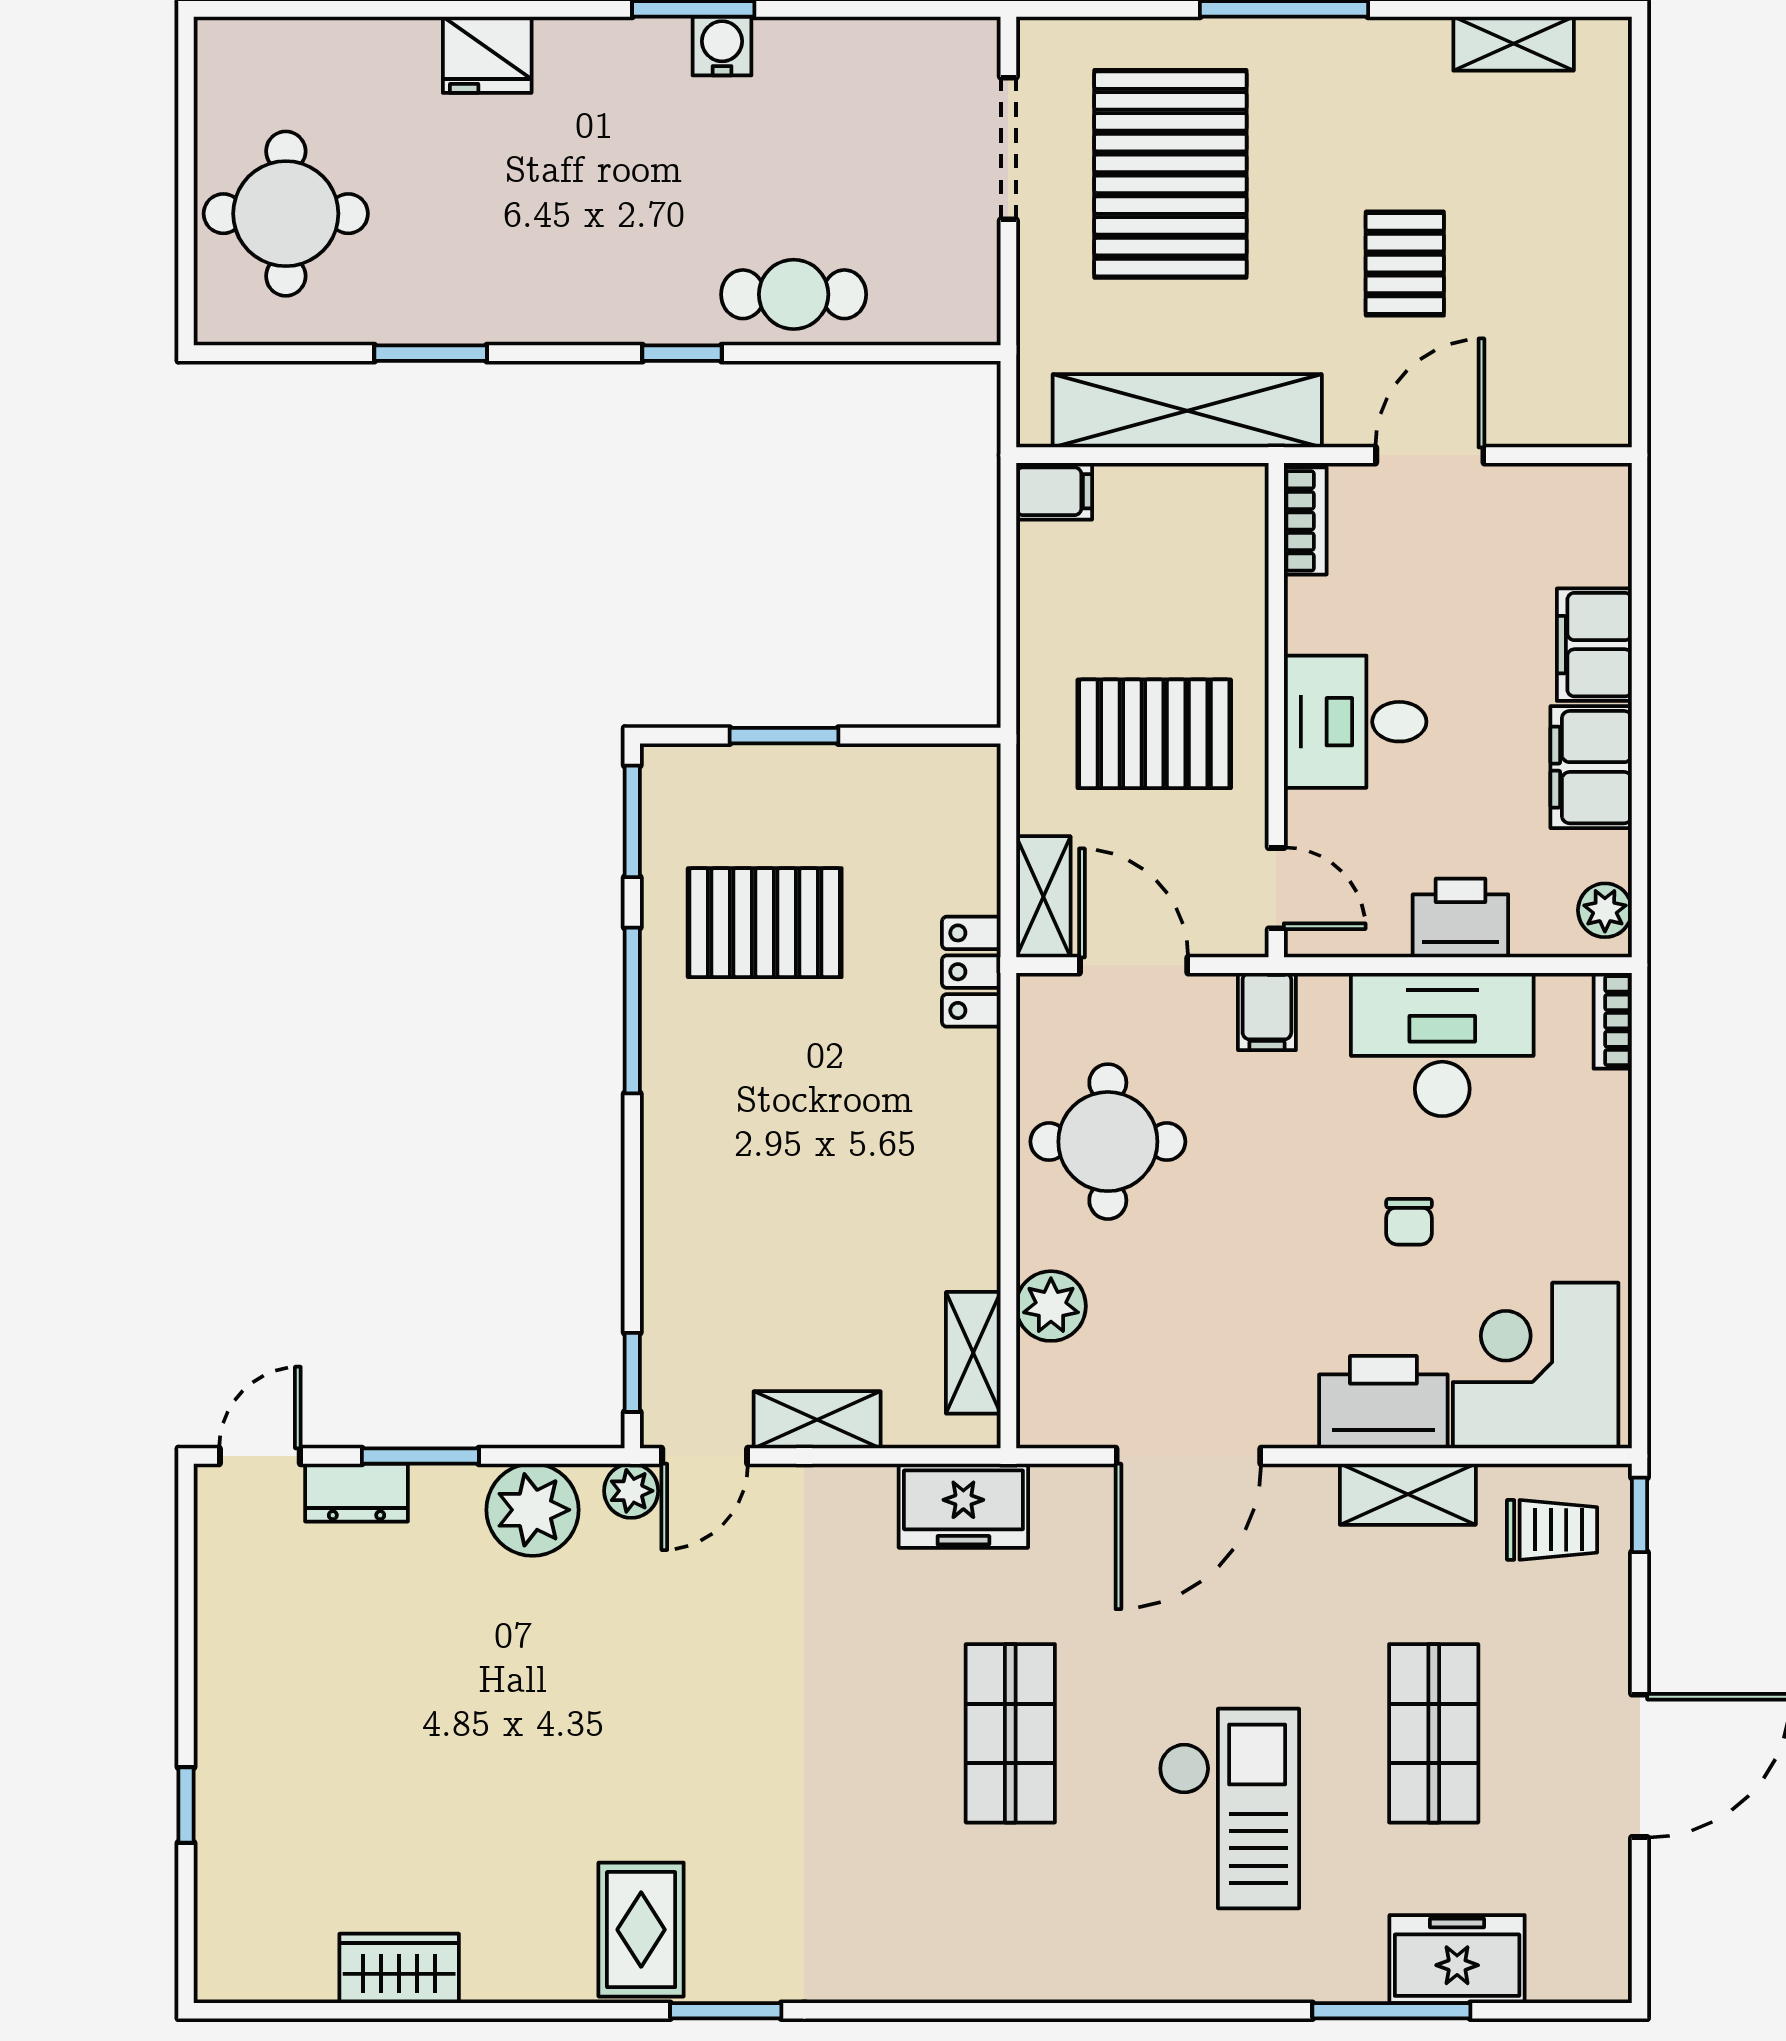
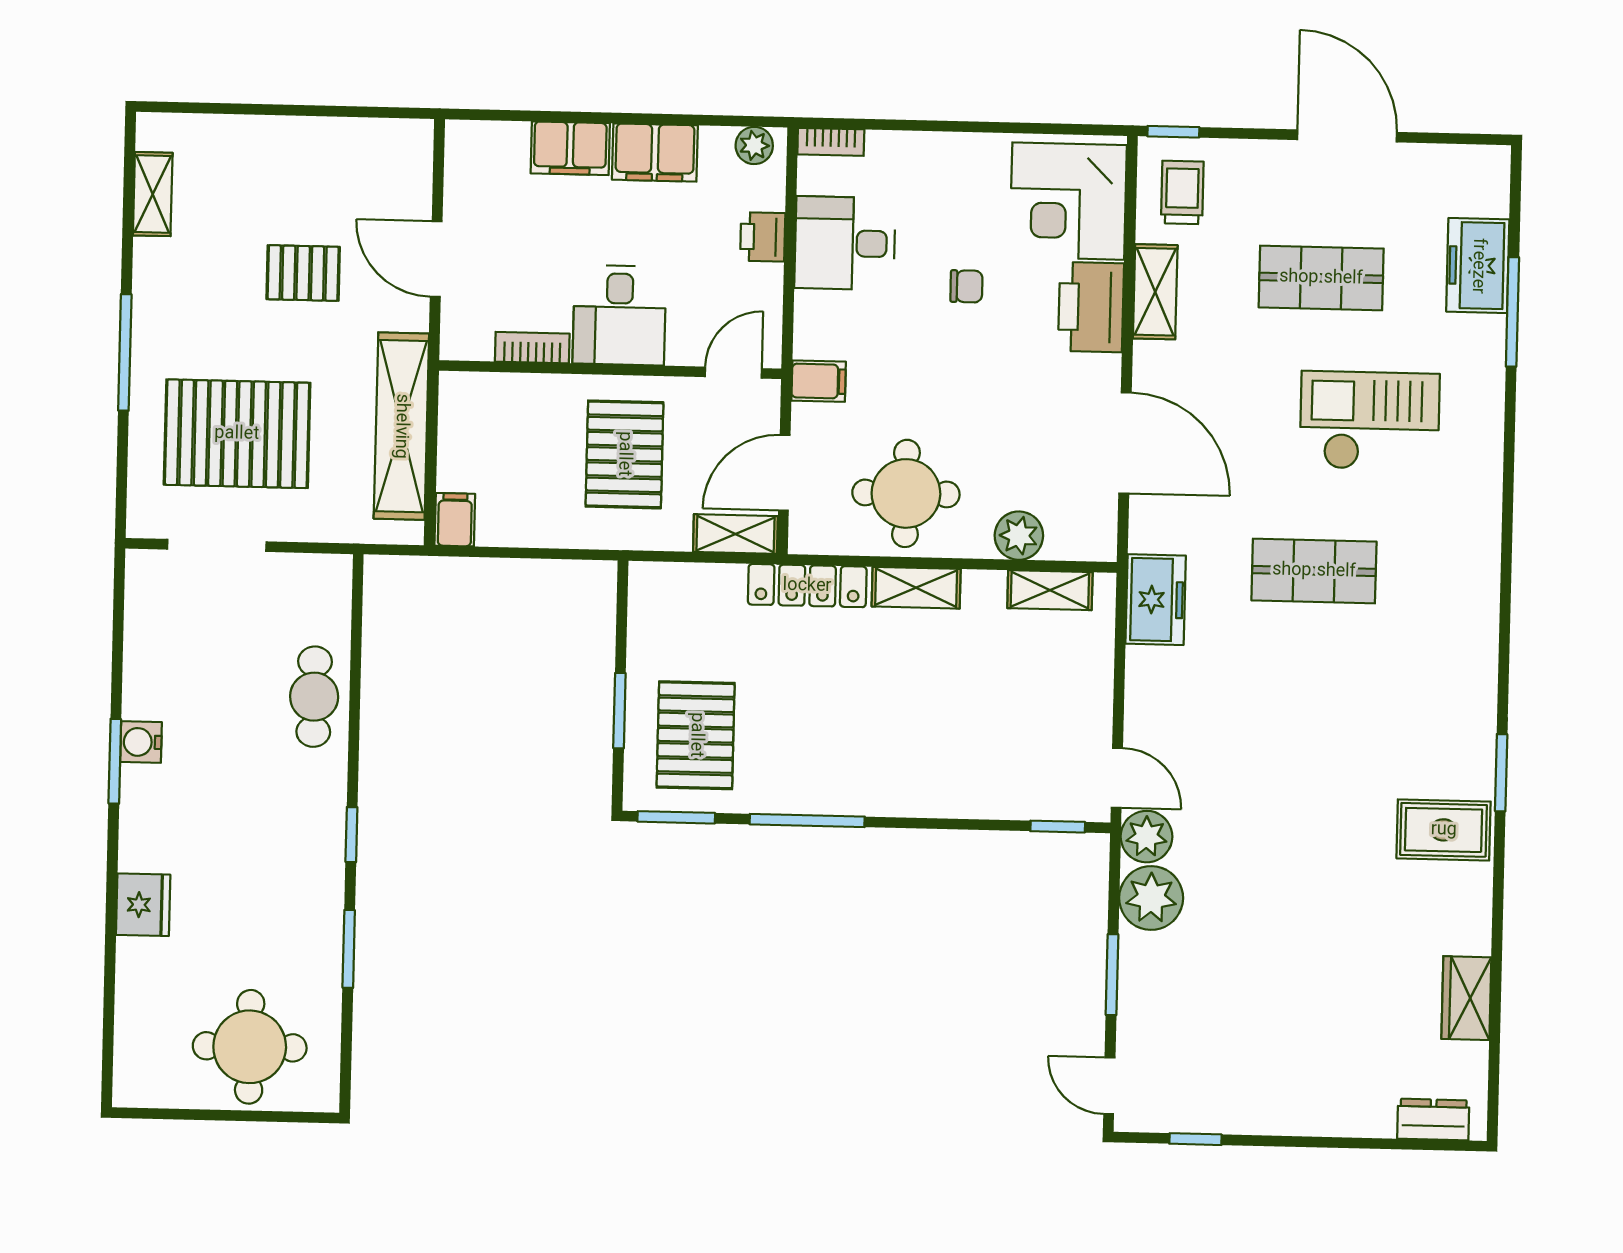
window: (682, 353) -> (351, 835), moved
bookcase: (1305, 521) -> (532, 348), moved
printer: (1460, 918) -> (763, 237), width x0.73, depth x0.81
pallet: (765, 923) -> (696, 735), moved
locker: (971, 972) -> (807, 586), width x1.53
desk: (1442, 1045) -> (845, 243), width x0.73
shelving: (817, 1420) -> (916, 588), moved, turned 90
plant: (631, 1491) -> (1146, 837), width x1.38, depth x1.38
dresser: (356, 1493) -> (1433, 1120), moved, turned -90
window: (186, 1805) -> (1195, 1139), moved

